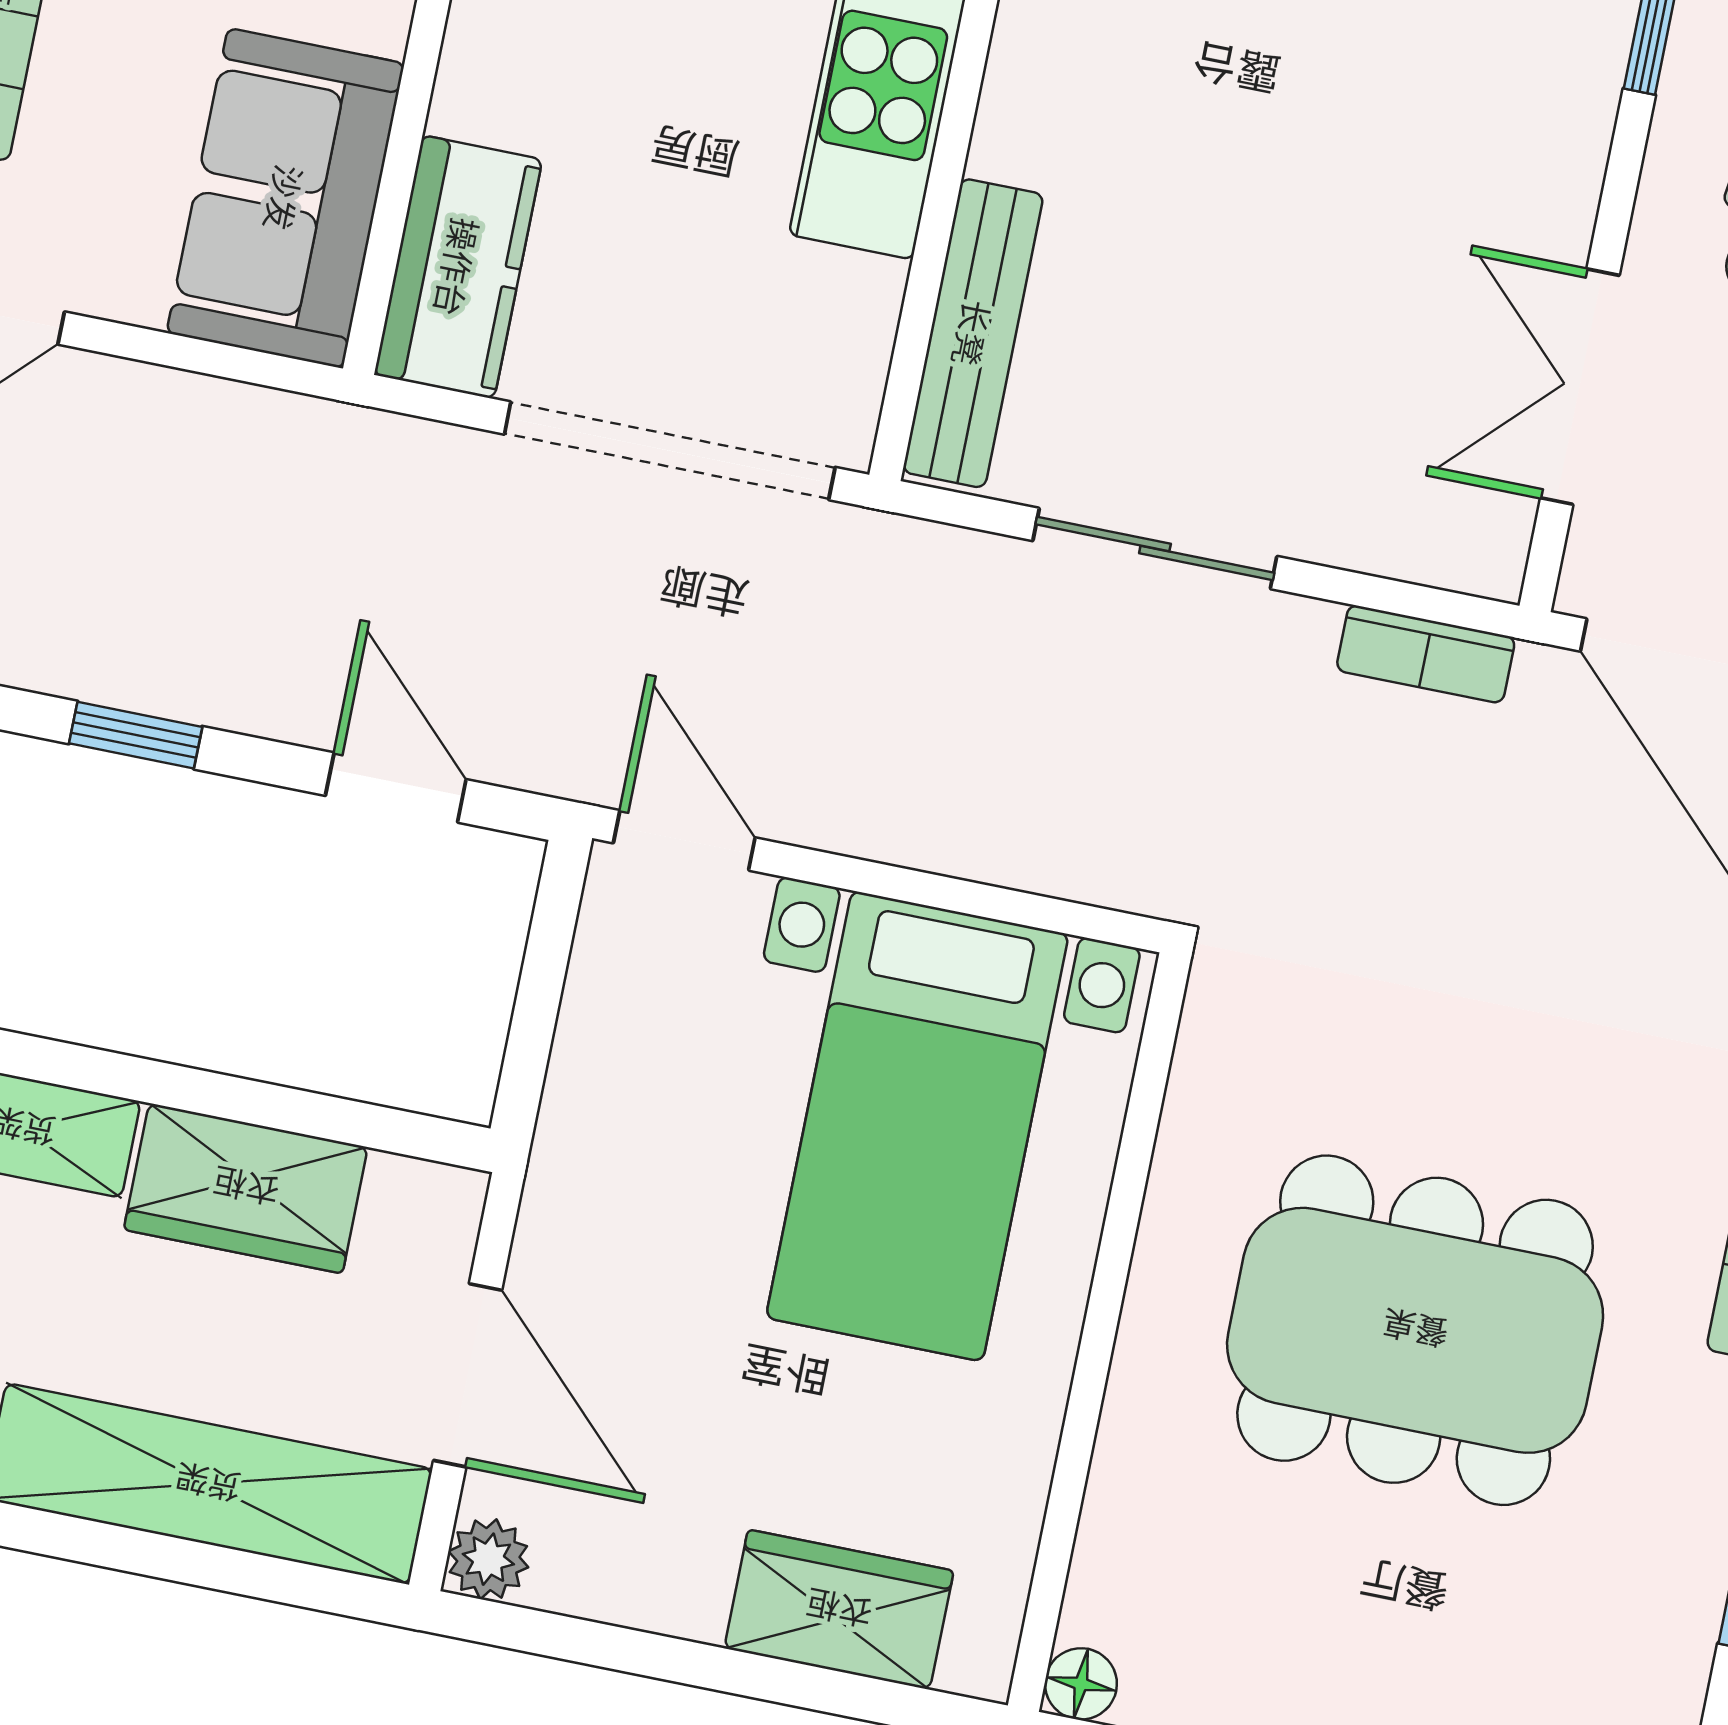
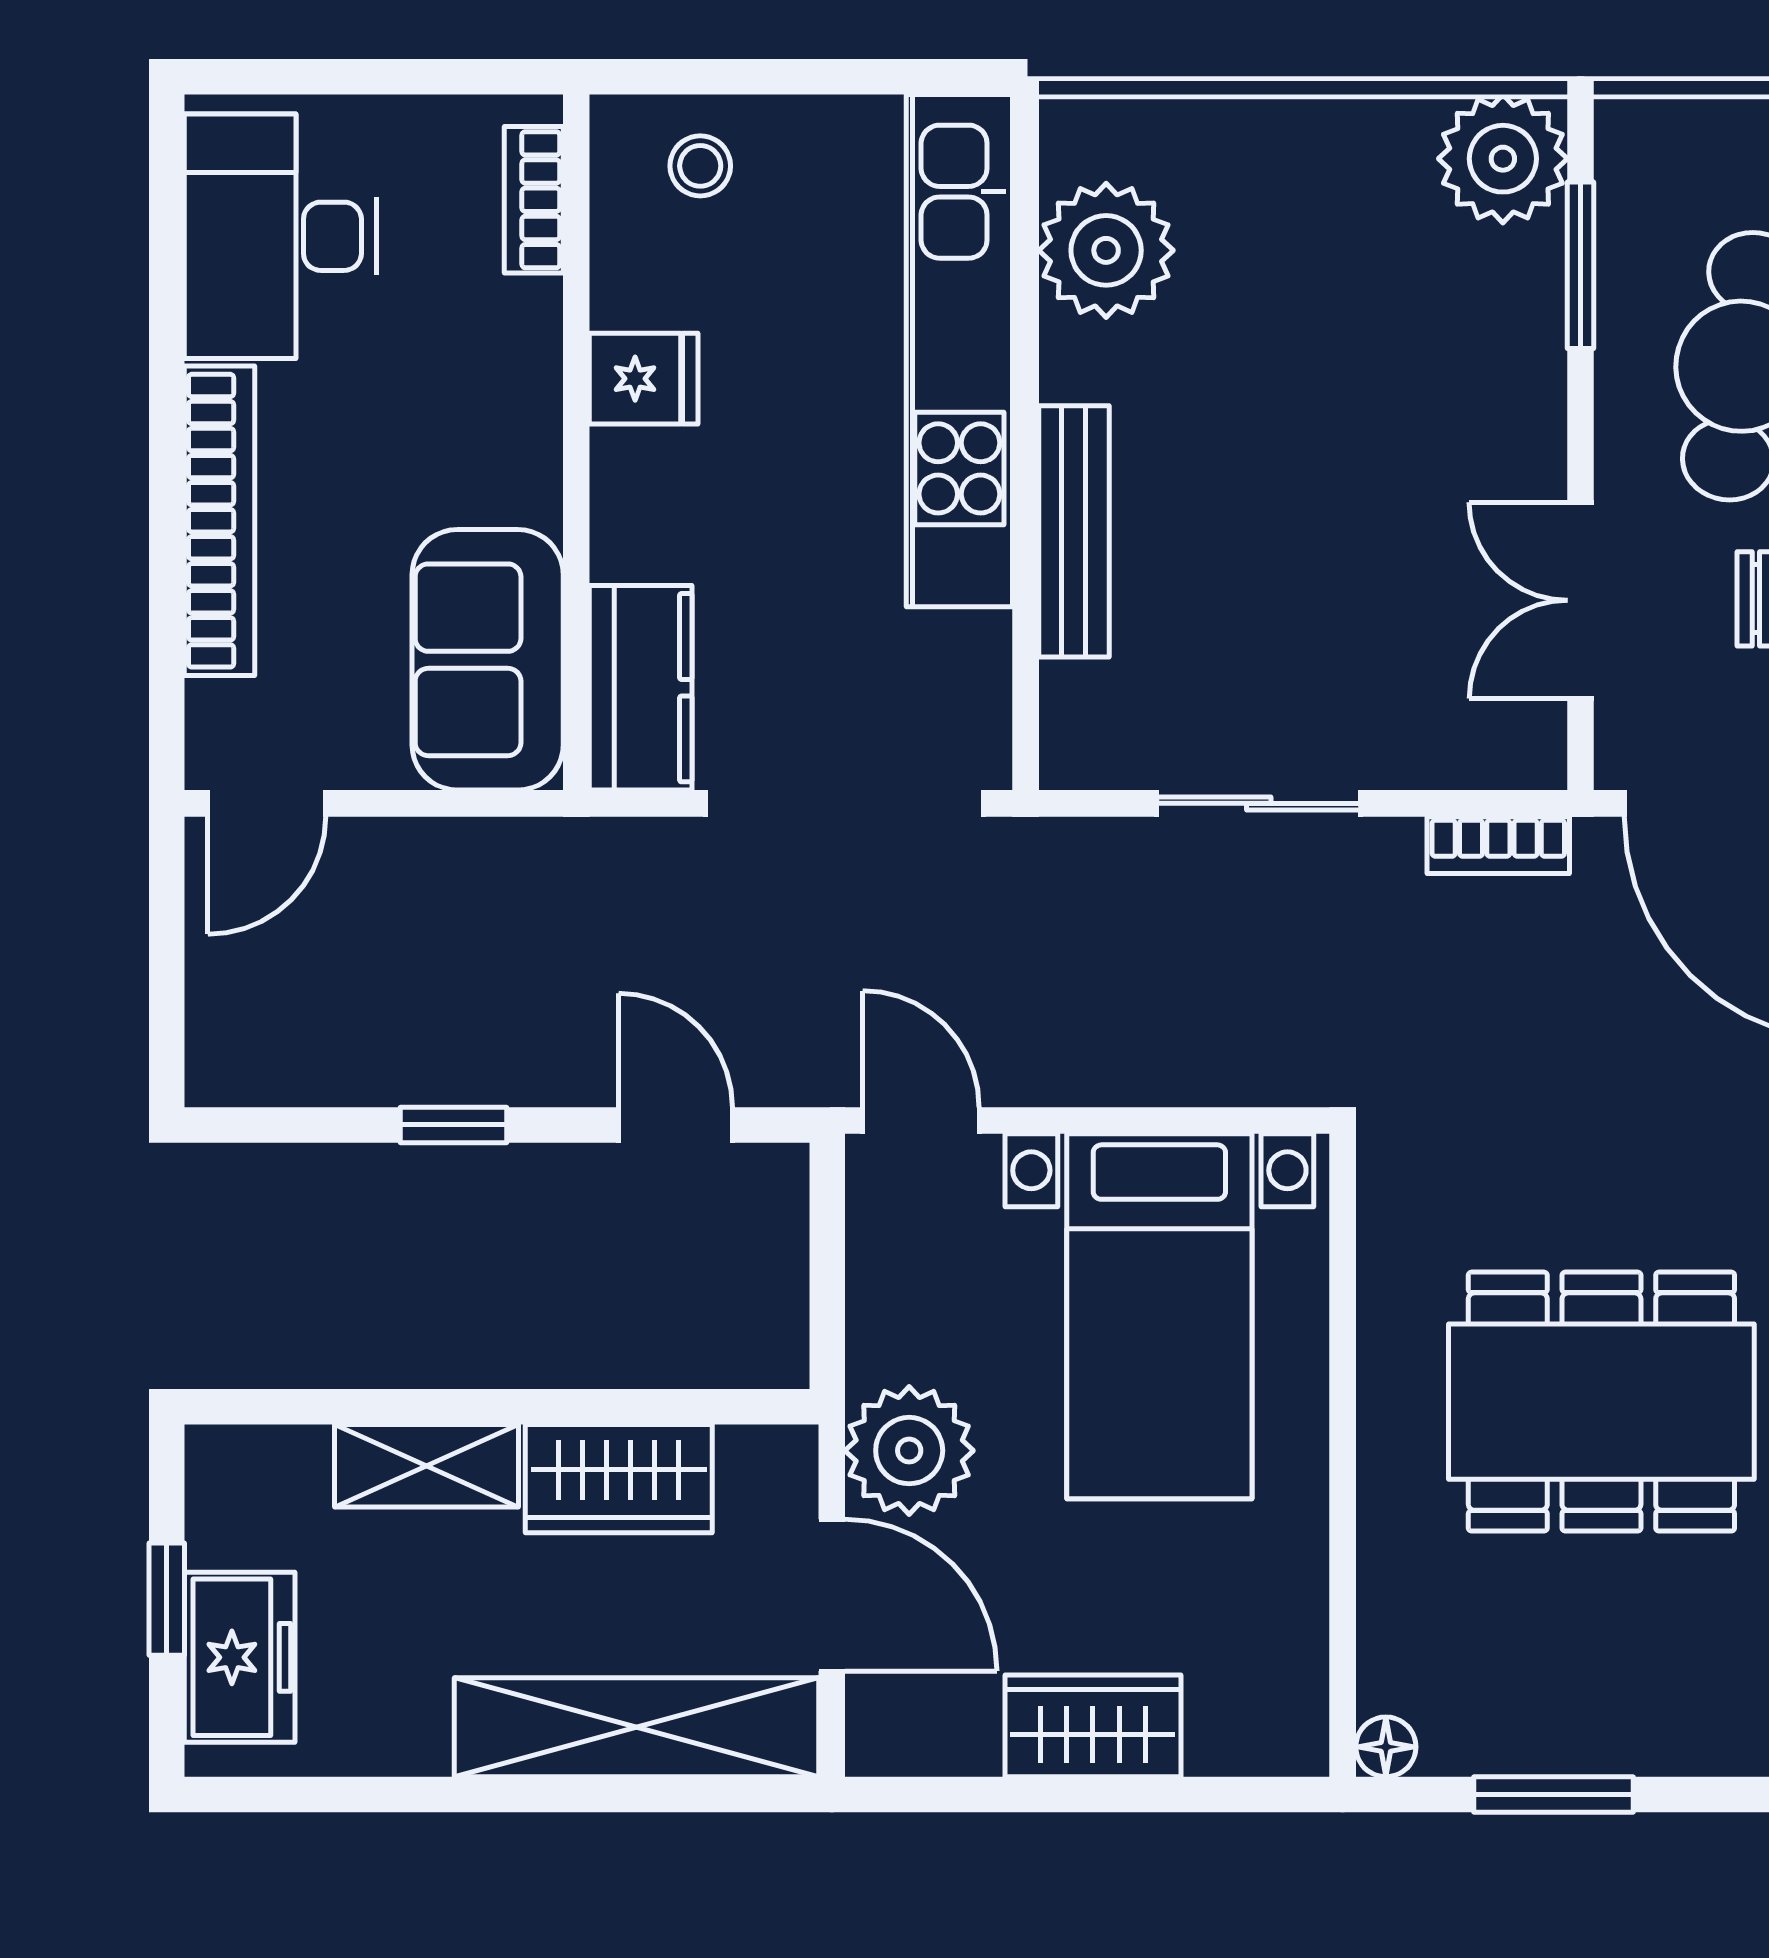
bench: (973, 333) -> (1074, 531), moved
plant: (488, 1559) -> (909, 1451), moved, width x1.88, depth x1.88
wardrobe: (839, 1610) -> (1093, 1726), moved

